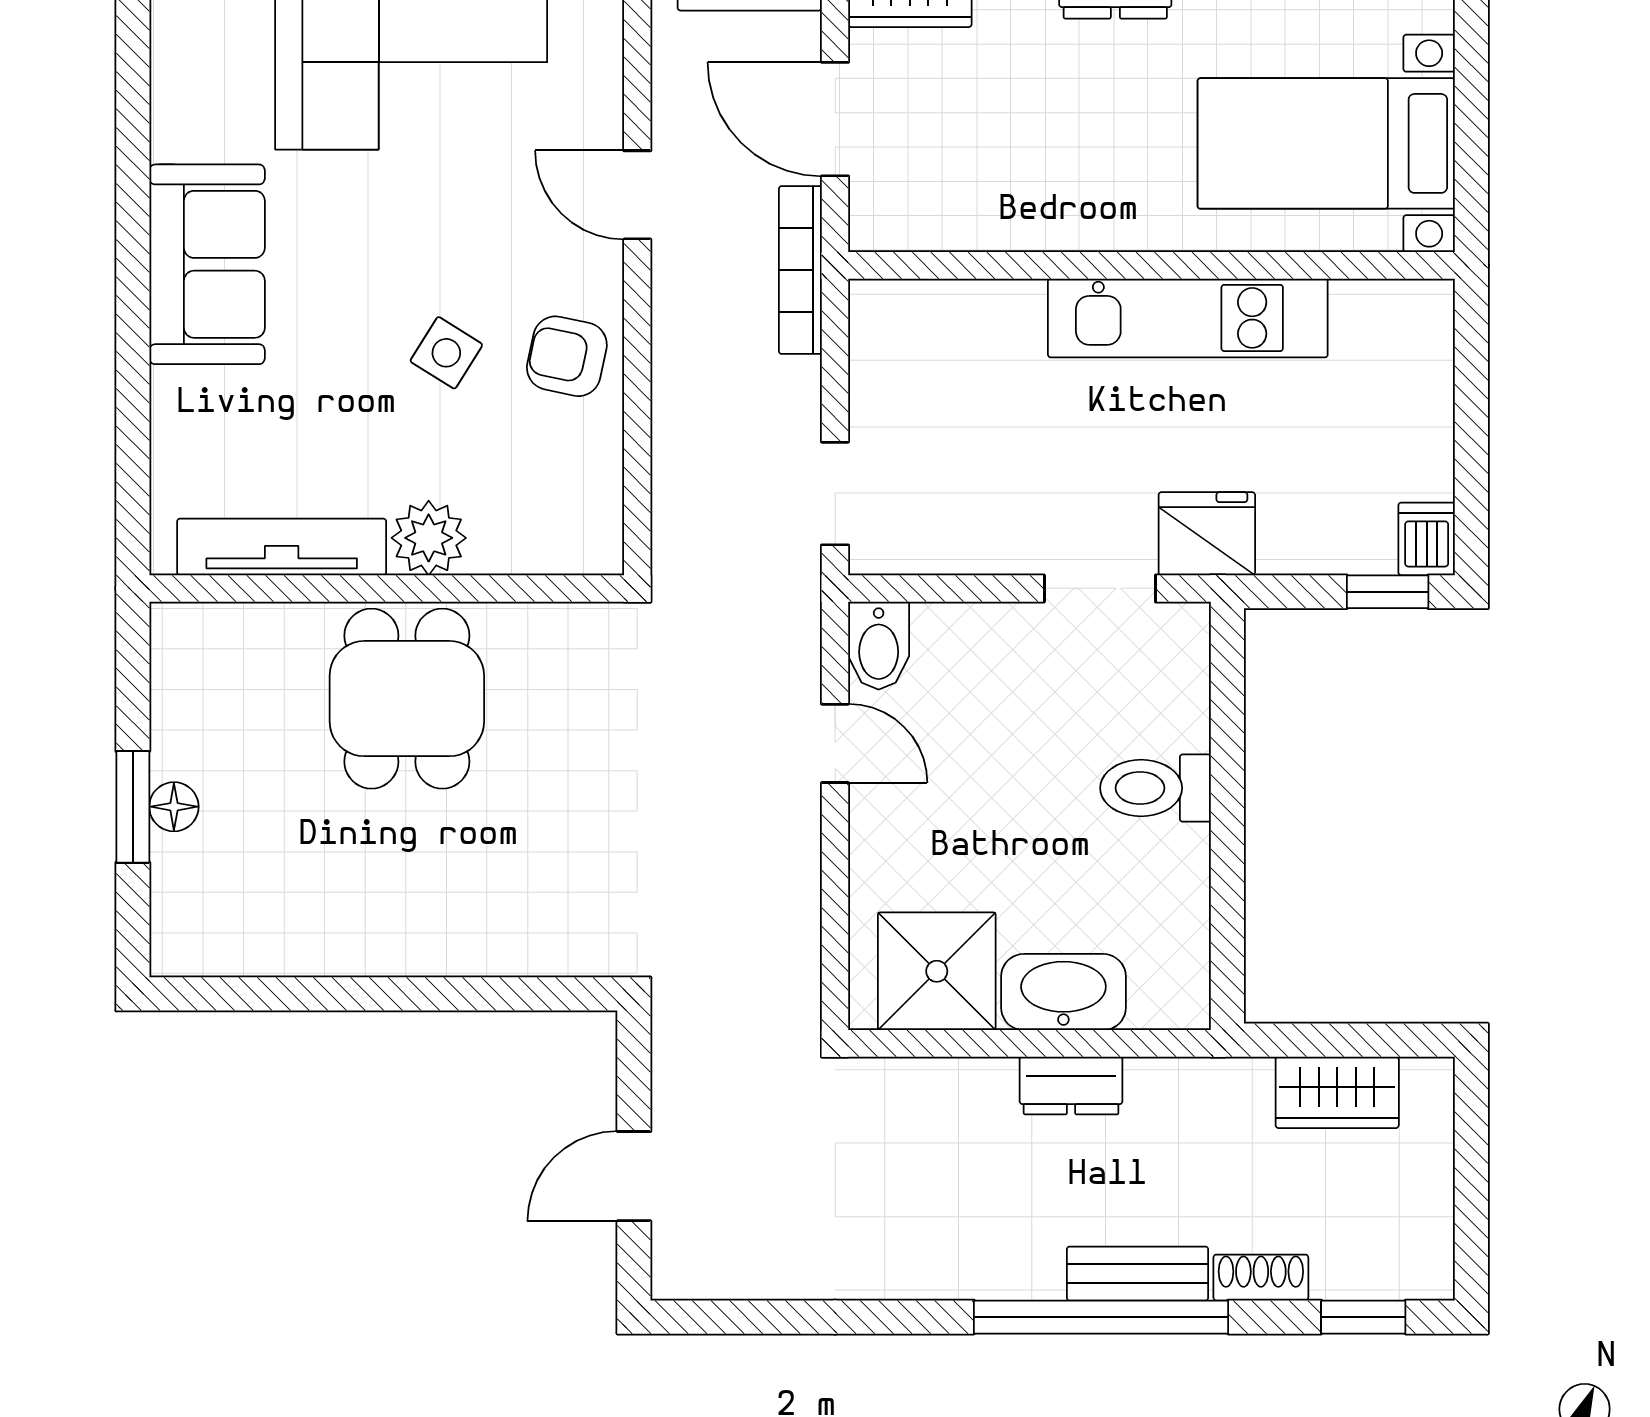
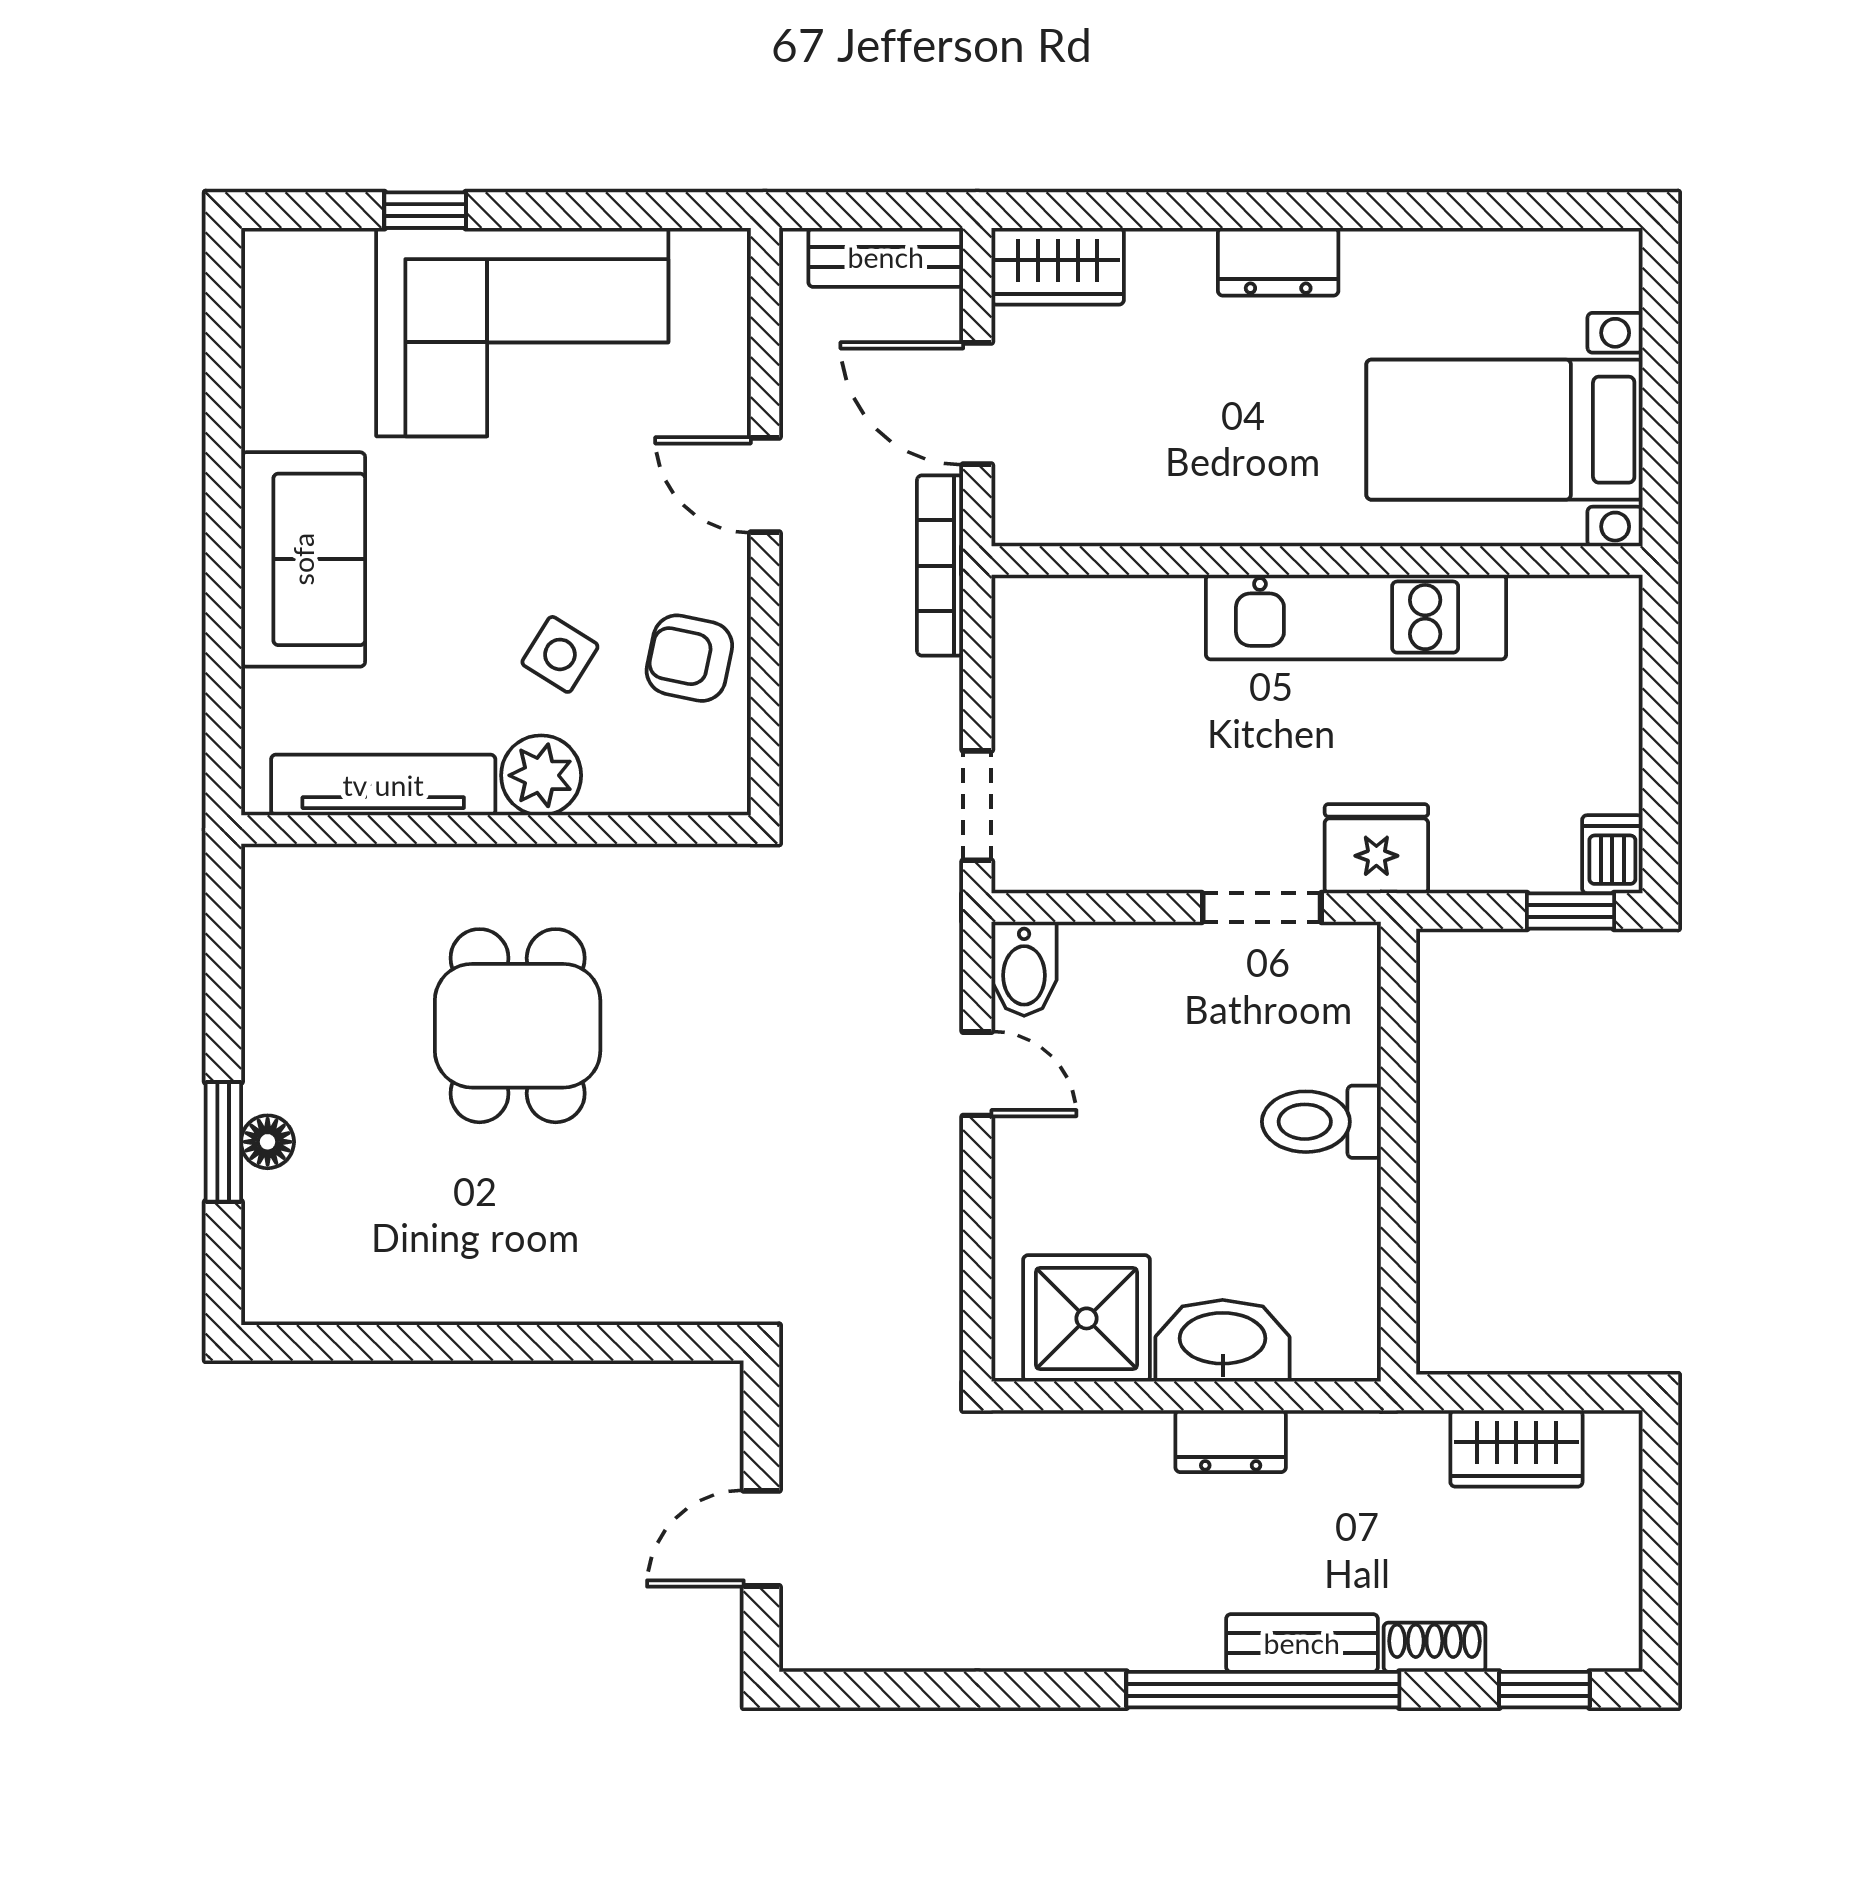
plant: (429, 538) -> (541, 775), moved
tv unit: (282, 547) -> (383, 785), moved
wall: (387, 588) -> (496, 830), moved

